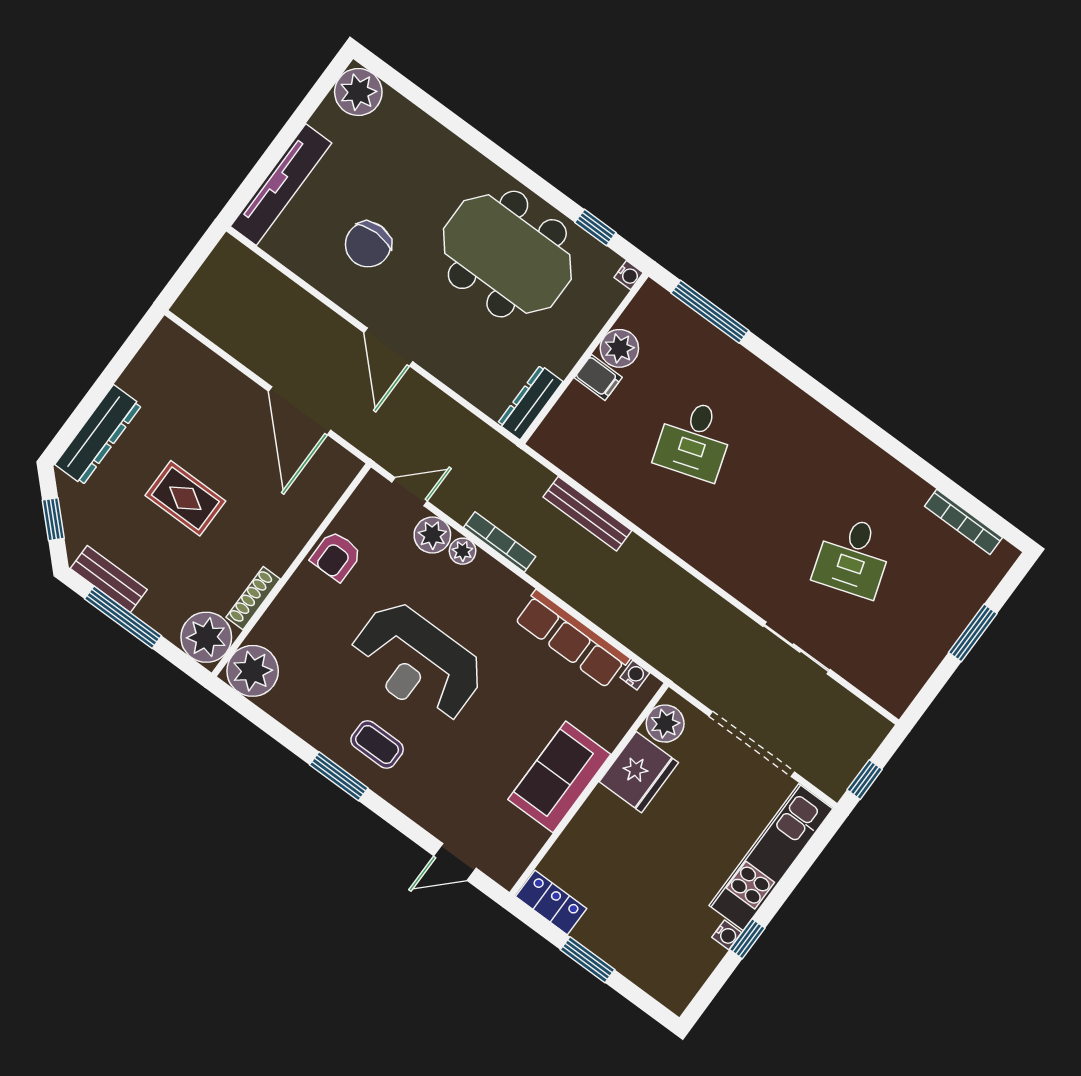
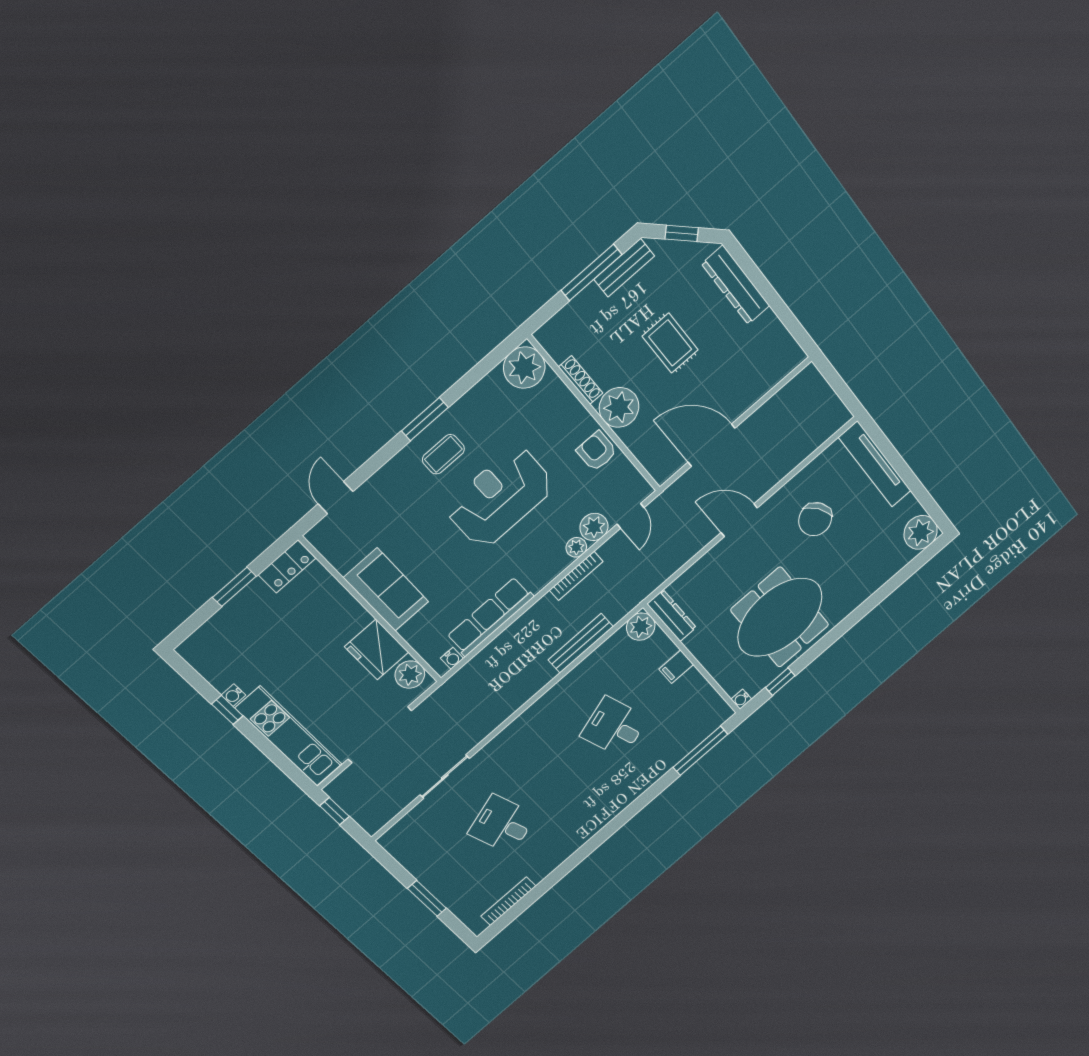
chair: (368, 244) -> (815, 519), turned -123
plant: (619, 348) -> (641, 627), moved
rug: (185, 498) -> (670, 343), turned 90
plant: (206, 637) -> (619, 407), moved

